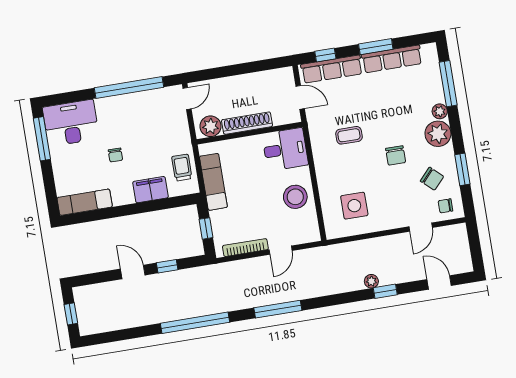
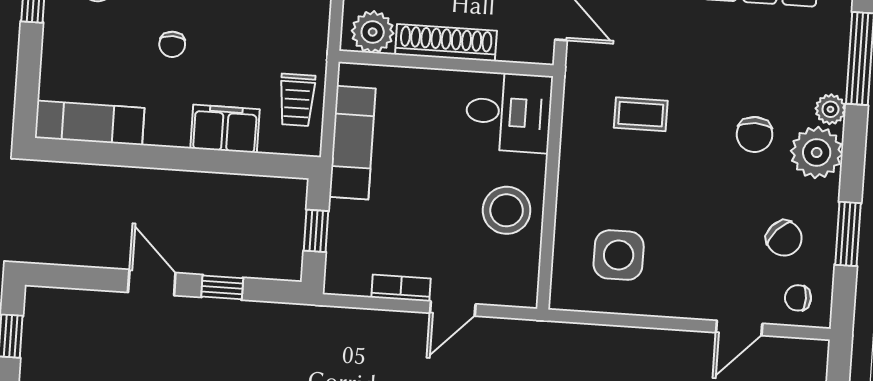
chair: (396, 155) -> (755, 134), moved
trolley: (182, 168) -> (297, 100), turned 180
bookcase: (245, 248) -> (401, 288), width x0.64

